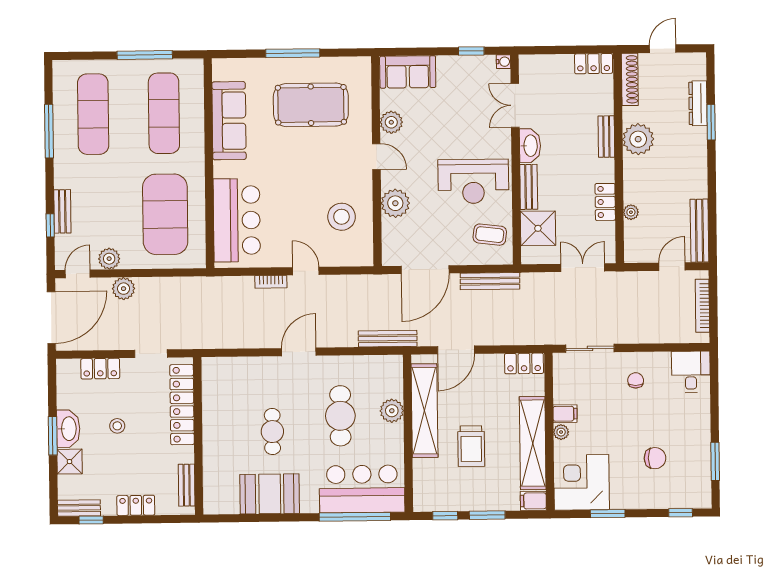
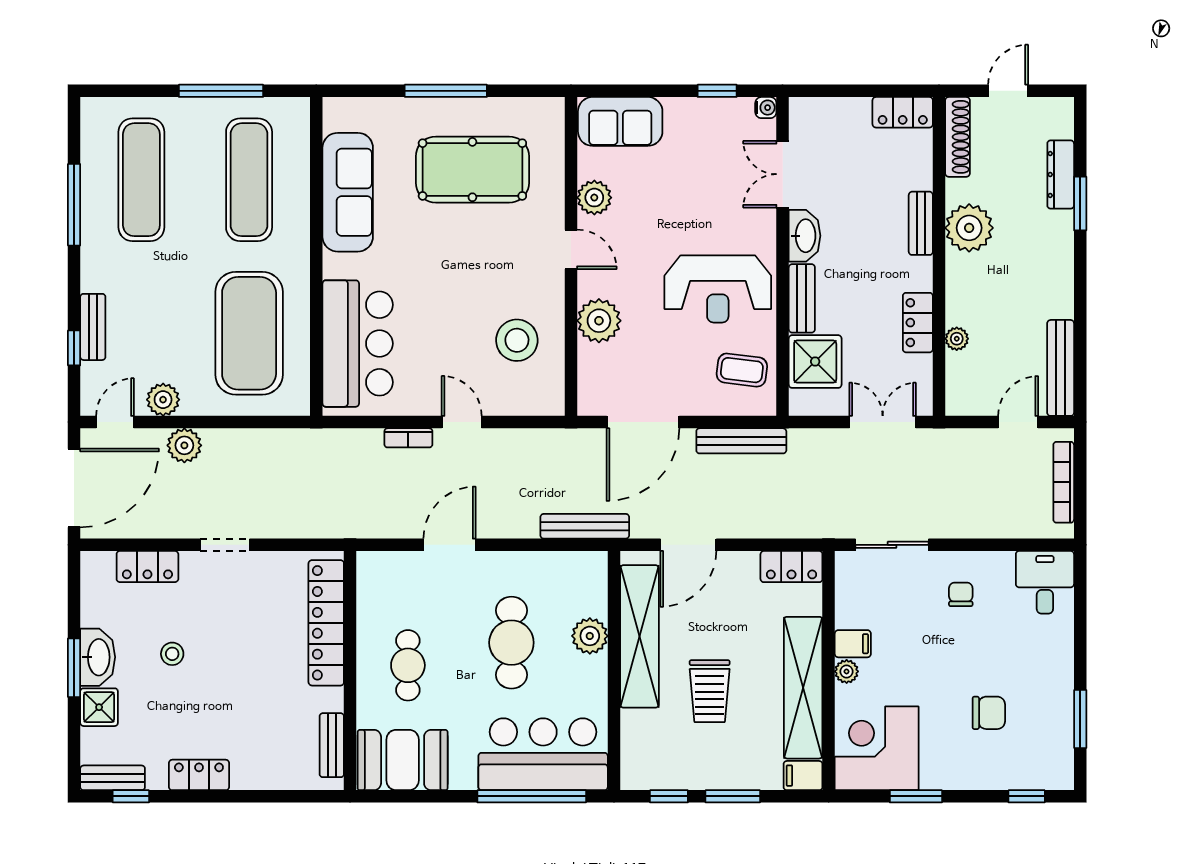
locker: (182, 405) -> (326, 623), moved
wall: (198, 436) -> (350, 671), moved
bench: (187, 485) -> (332, 745), moved

